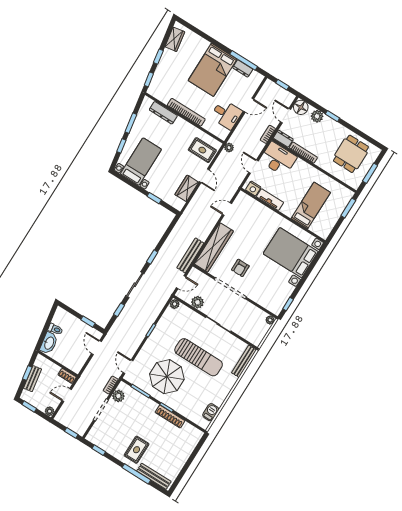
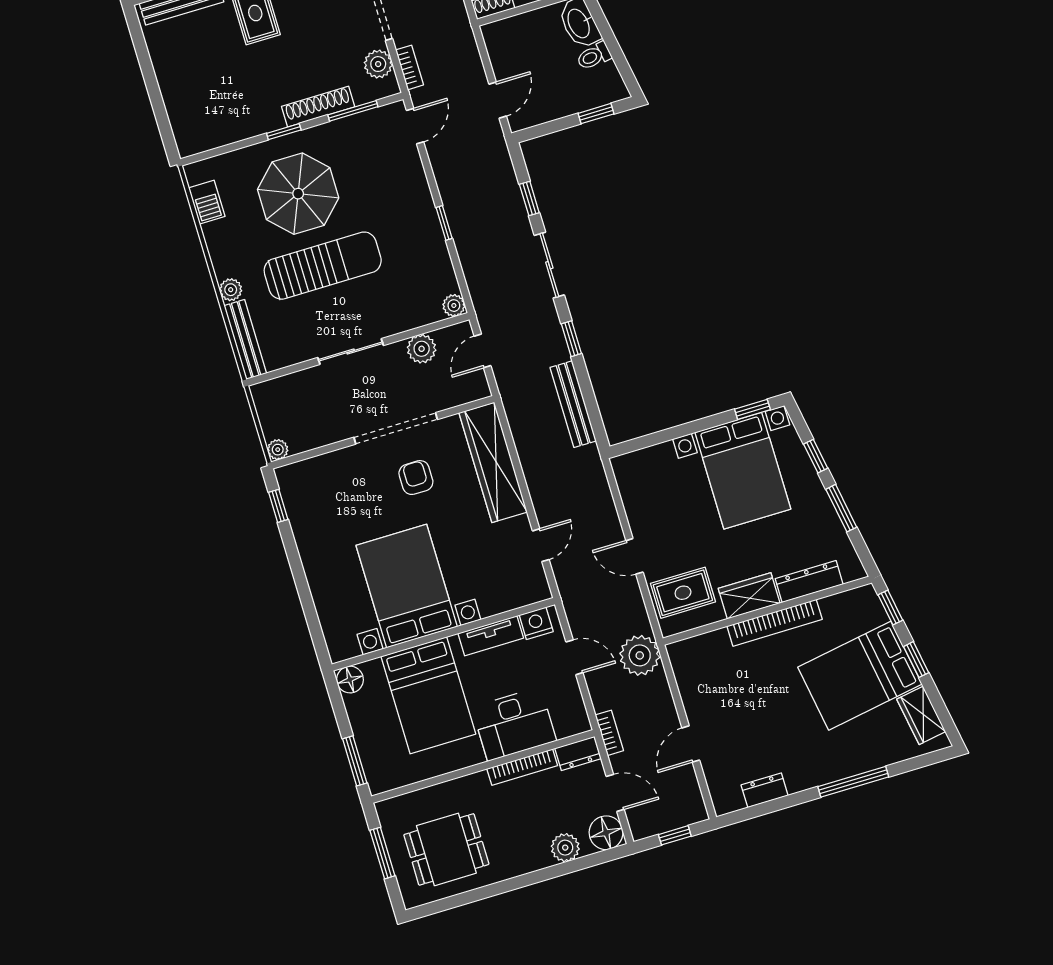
window: (244, 60) -> (853, 782), moved
bed: (213, 70) -> (860, 676), moved, turned -100
desk: (226, 114) -> (709, 690), removed
window: (332, 116) -> (542, 875), removed
plant: (229, 148) -> (640, 655), width x1.88, depth x1.88
dining table: (351, 154) -> (446, 849), turned 90
desk: (278, 159) -> (514, 724), moved
bed with nightstands: (141, 162) -> (743, 471), width x1.36
wardrobe: (187, 188) -> (749, 596), moved, turned -90
window: (154, 198) -> (752, 409), moved
bed: (311, 205) -> (428, 695), width x1.50
floor lamp: (324, 232) -> (350, 680), added
bed with nightstands: (291, 253) -> (407, 586), moved, turned -90
bench: (190, 255) -> (573, 404), moved
window: (88, 322) -> (596, 114), moved
door: (96, 348) -> (498, 100), hinge flipped
sun lounger: (199, 357) -> (323, 266), turned 180
door: (128, 367) -> (415, 126), hinge flipped
parasol: (167, 377) -> (298, 194), moved
plant: (232, 380) -> (231, 290), added
shoe rack: (170, 417) -> (318, 107), moved

